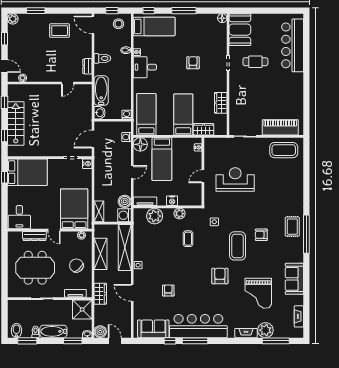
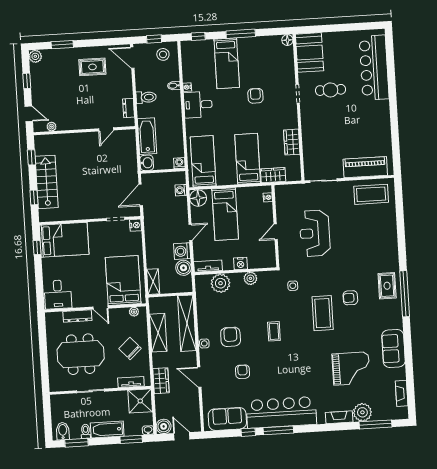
bed: (154, 26) -> (227, 63), moved, turned 90
reception desk: (235, 179) -> (315, 233), turned -90
washing machine: (124, 215) -> (182, 251), moved
coffee table: (188, 239) -> (274, 331), moved
armchair: (220, 276) -> (231, 337), moved
grand piano: (258, 293) -> (351, 369), turned -90

